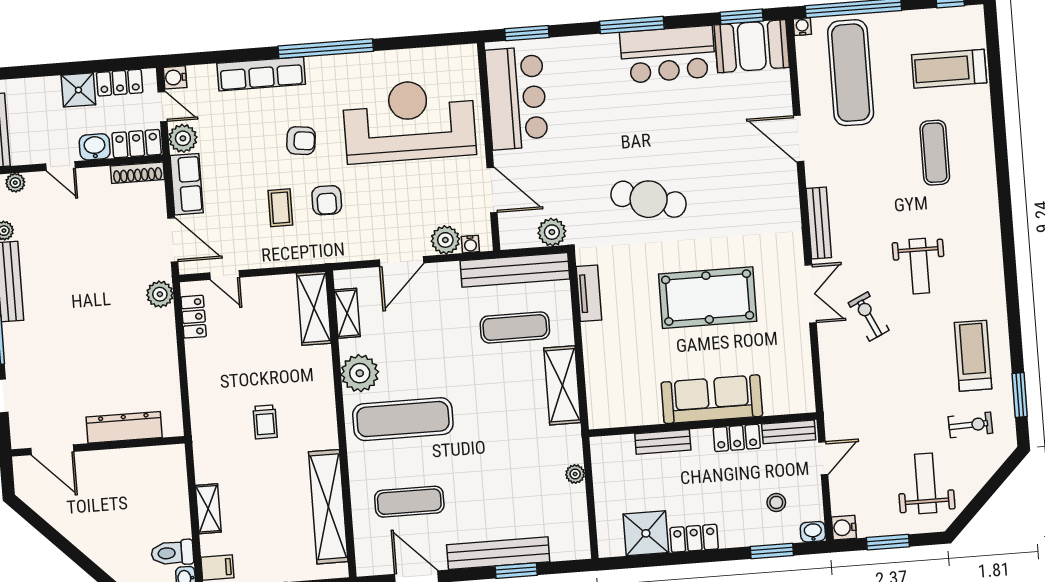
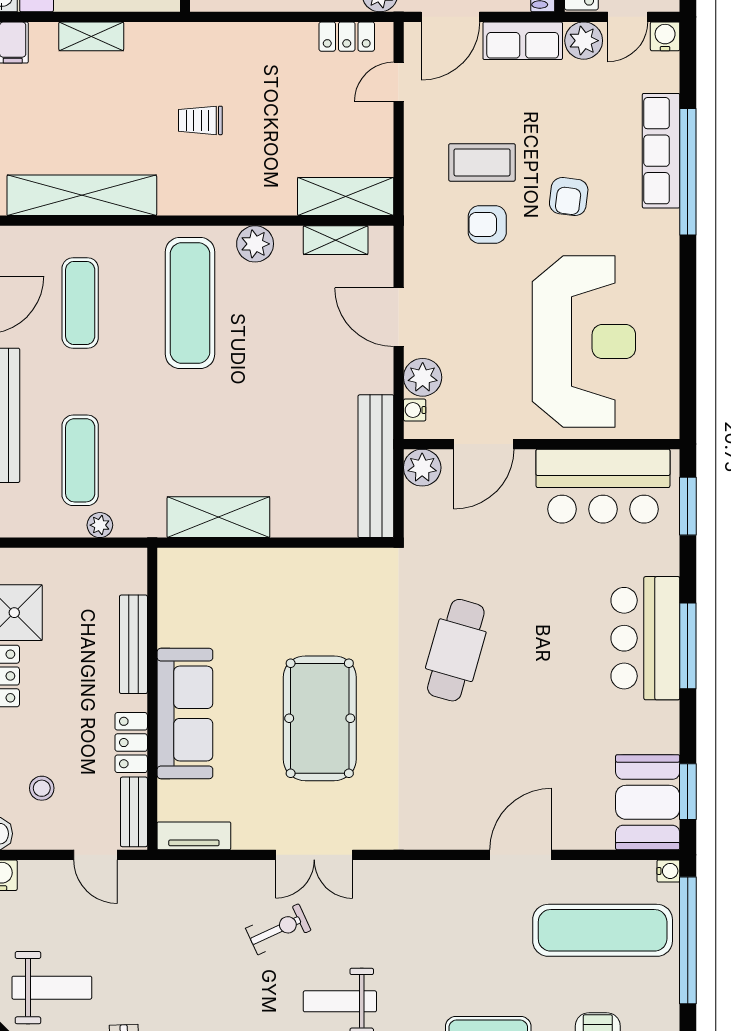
window: (326, 49) -> (688, 172), moved
bar counter: (668, 54) -> (645, 638), moved
coffee table: (280, 208) -> (482, 162), width x1.36, depth x1.30
bench: (819, 223) -> (407, 873), removed
plant: (552, 232) -> (422, 468), moved
tv unit: (589, 293) -> (194, 836), moved, turned 180
exercise mat: (515, 327) -> (80, 460), moved
plant: (360, 373) -> (255, 244), width x0.73, depth x0.73
bench: (663, 442) -> (133, 644), width x1.36

